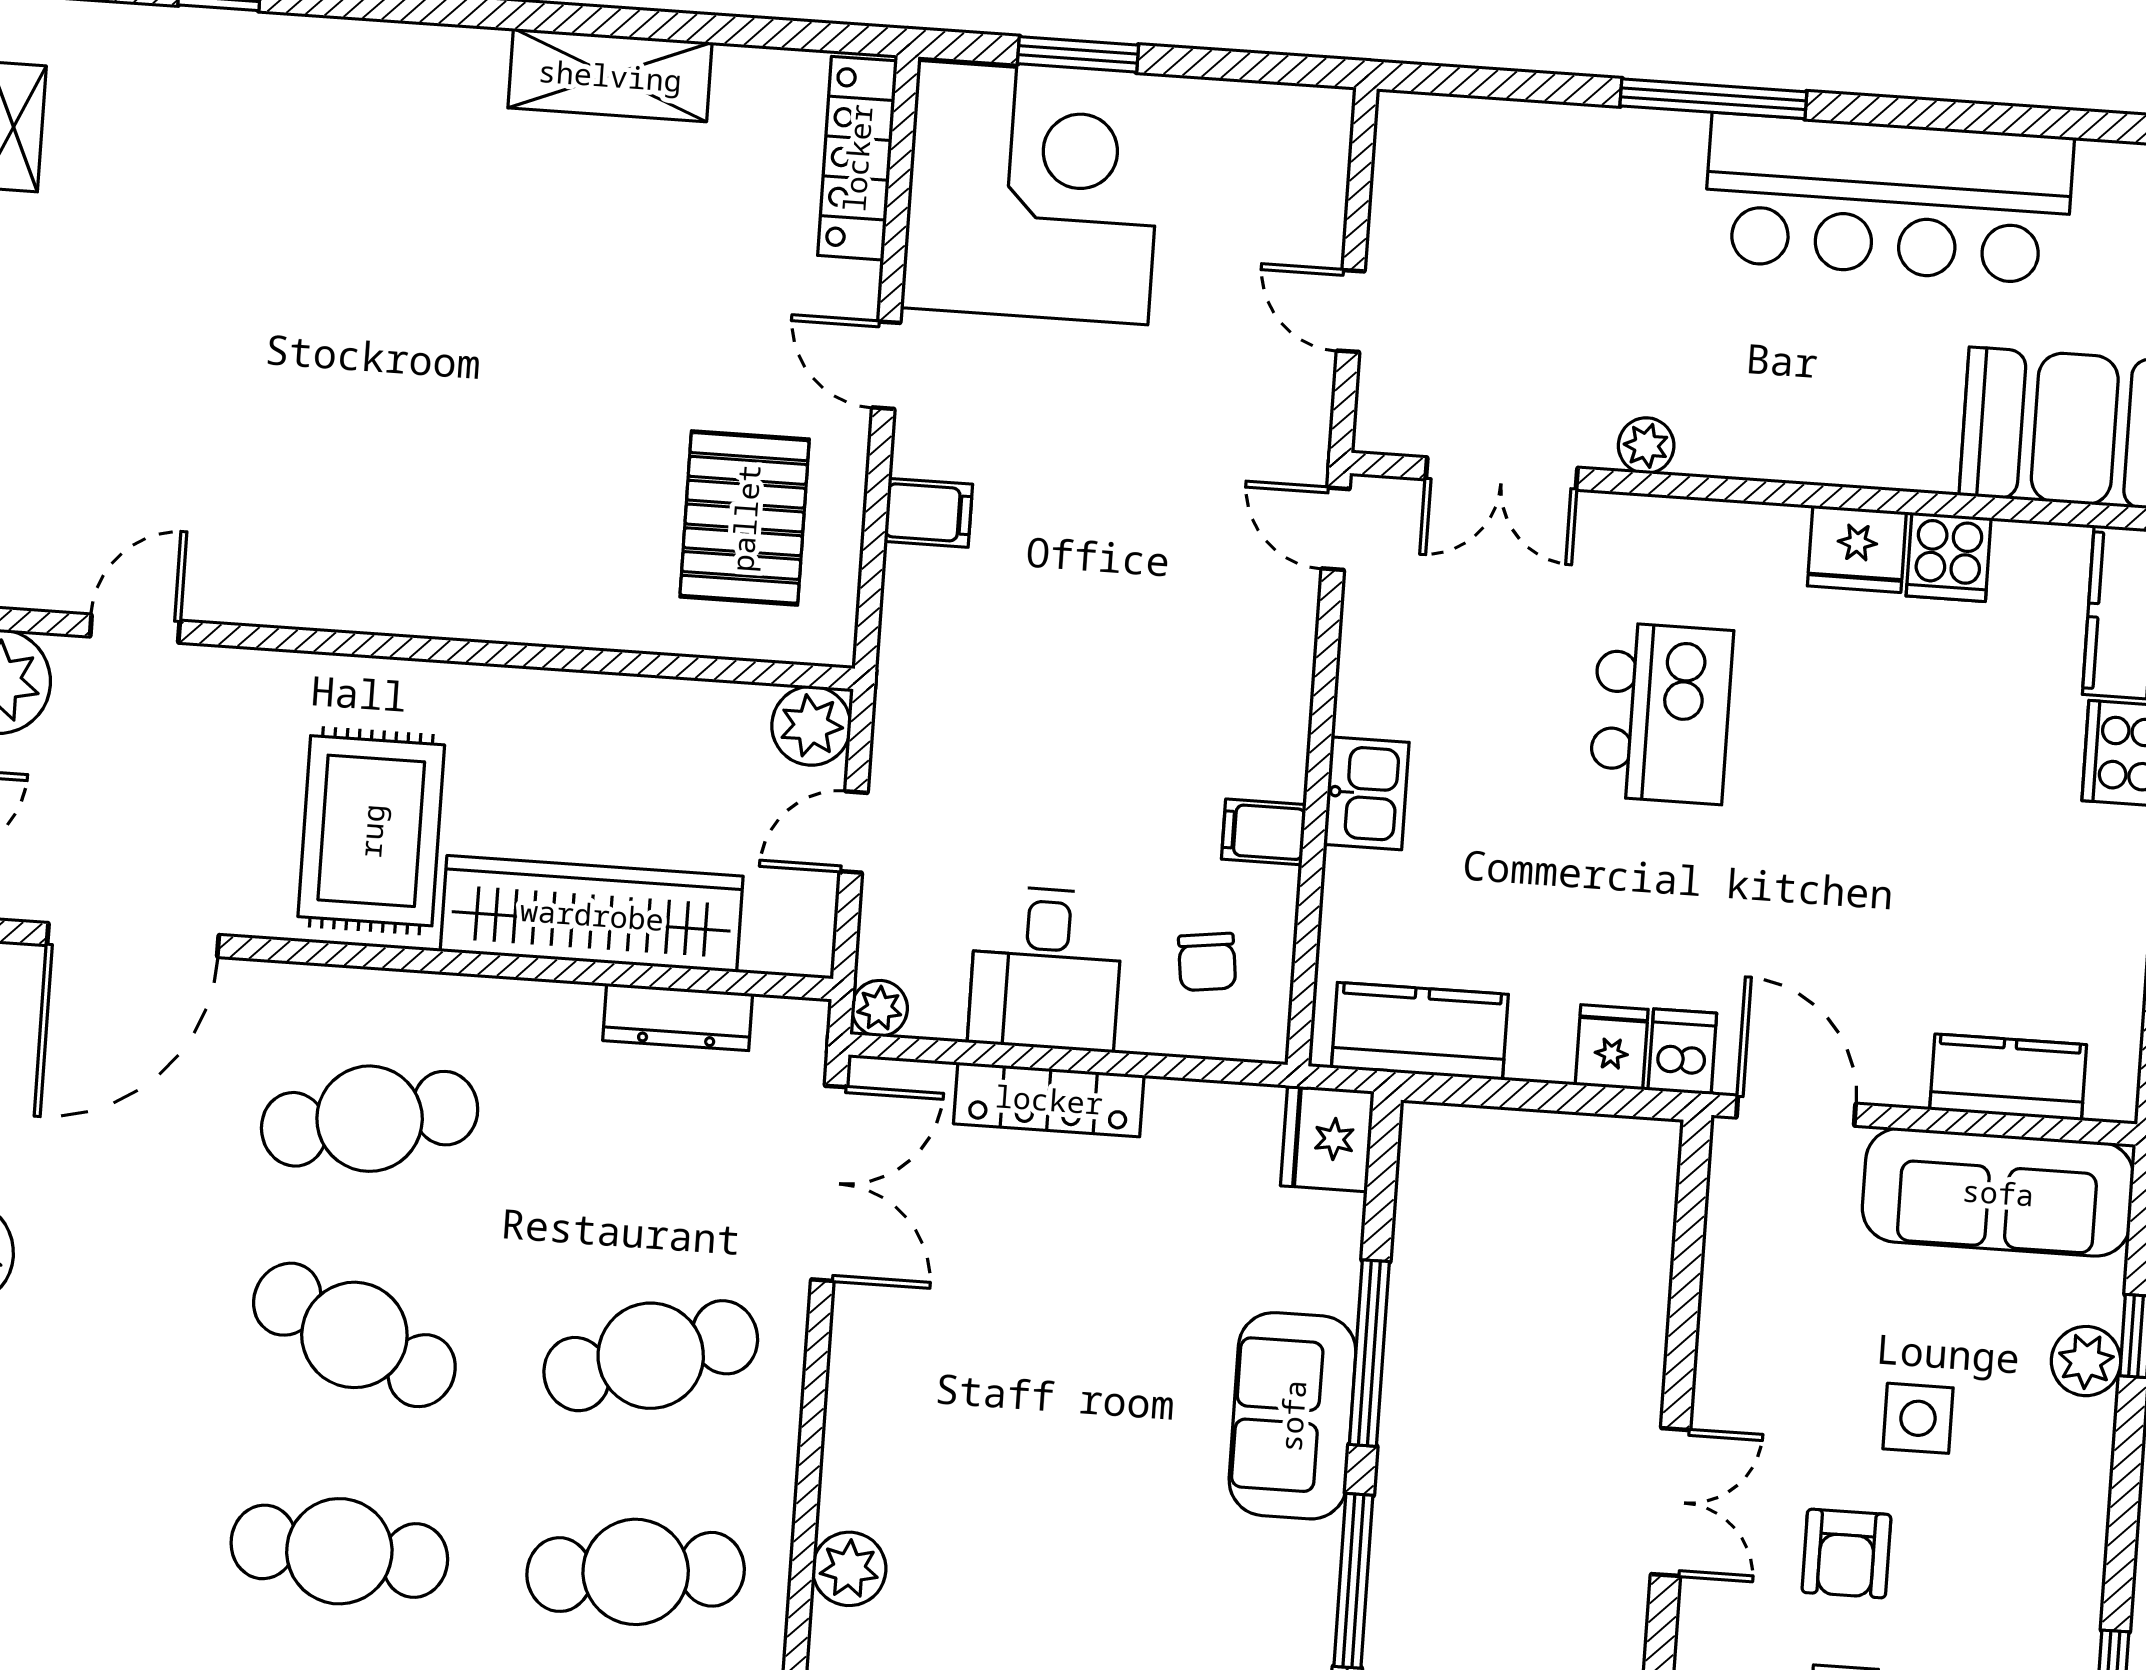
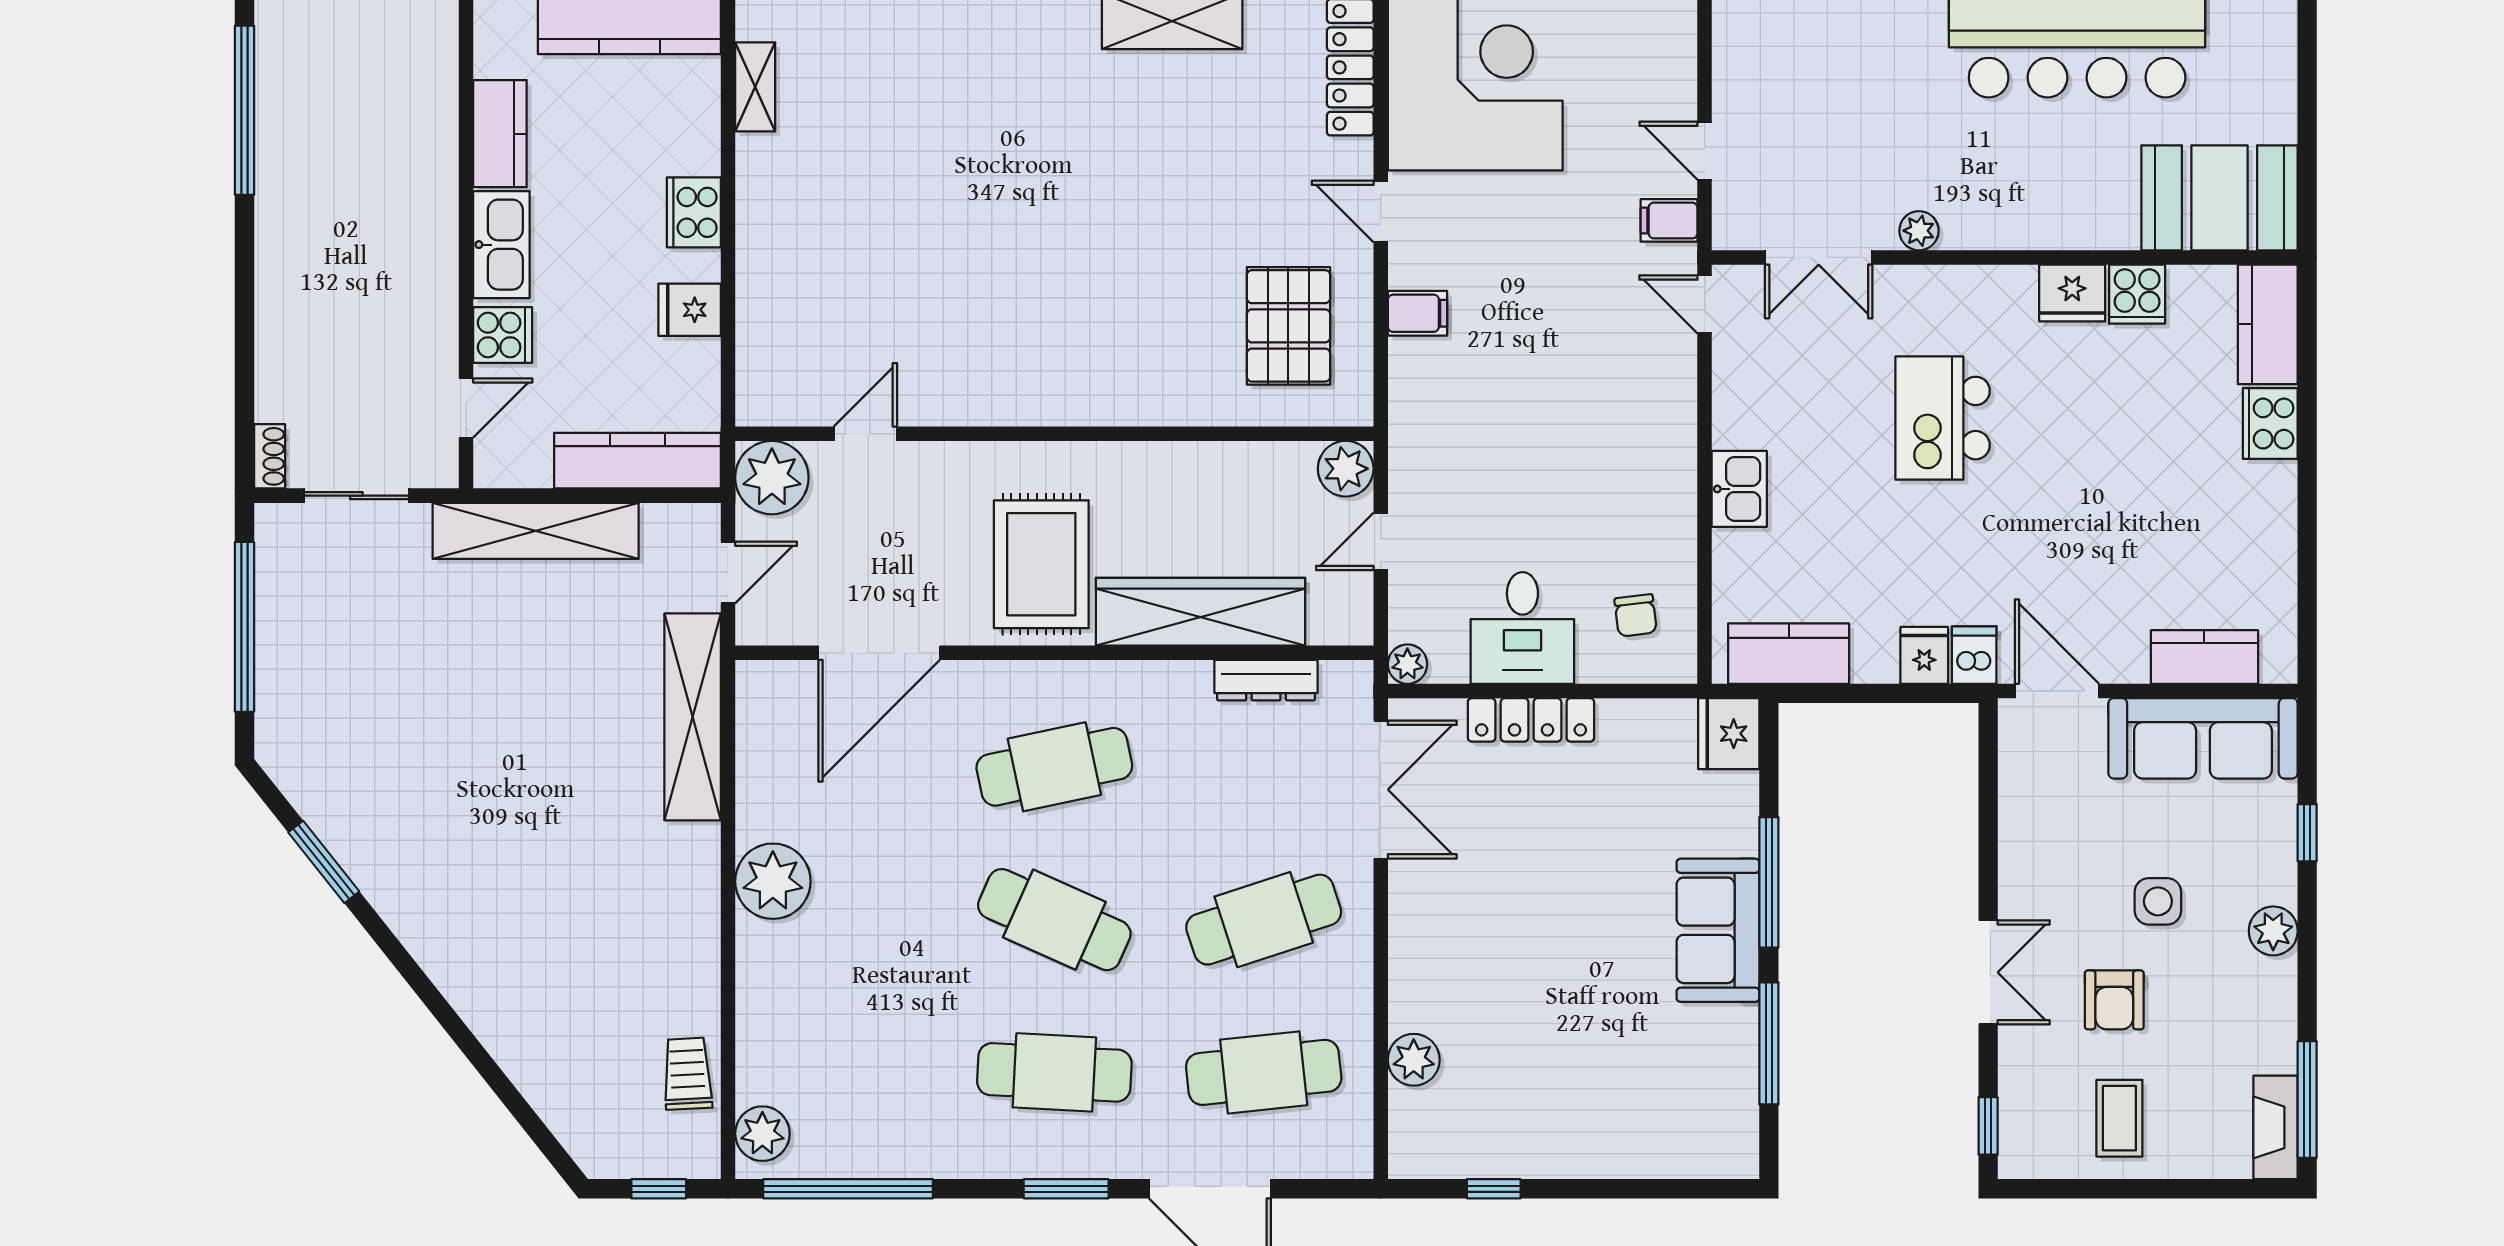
kitchen island: (1661, 713) -> (1943, 418), turned 180
filing cabinet: (1264, 832) -> (1669, 220), moved
plant: (2086, 1361) -> (2273, 931), moved

